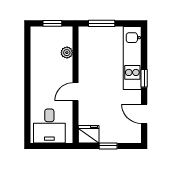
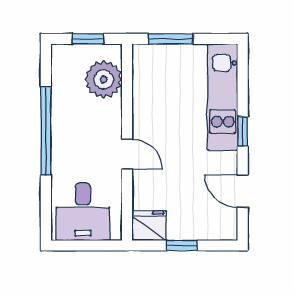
plant: (67, 53) -> (104, 79), width x1.88, depth x1.88
window: (27, 78) -> (46, 131), added
door: (76, 92) -> (127, 154), swing flipped

